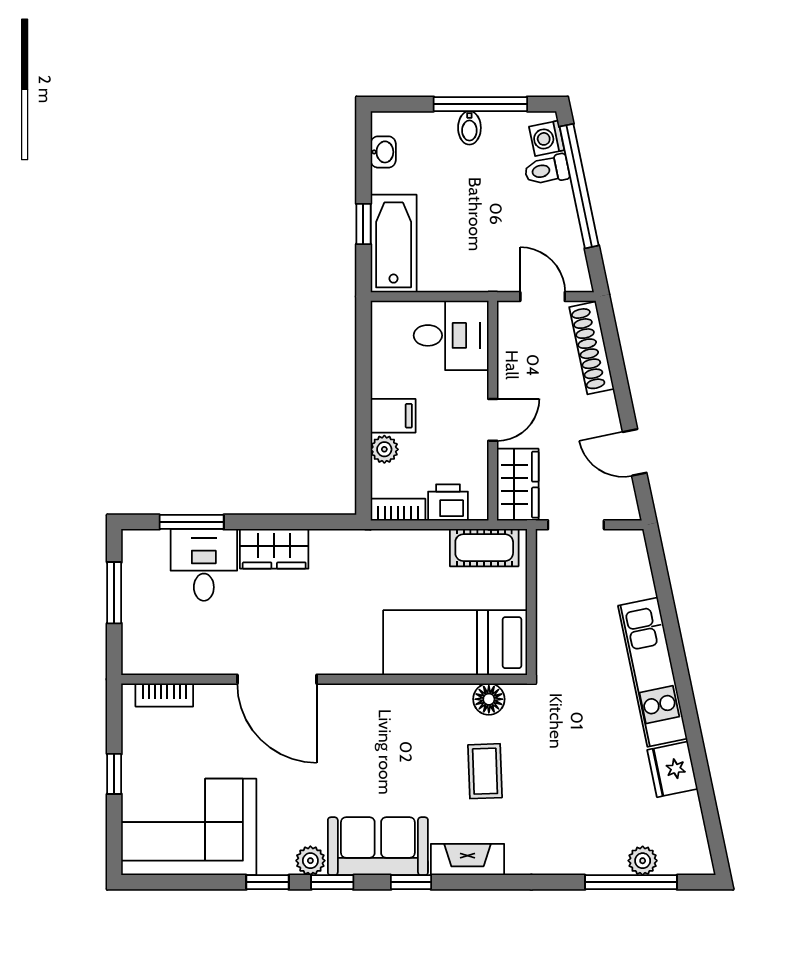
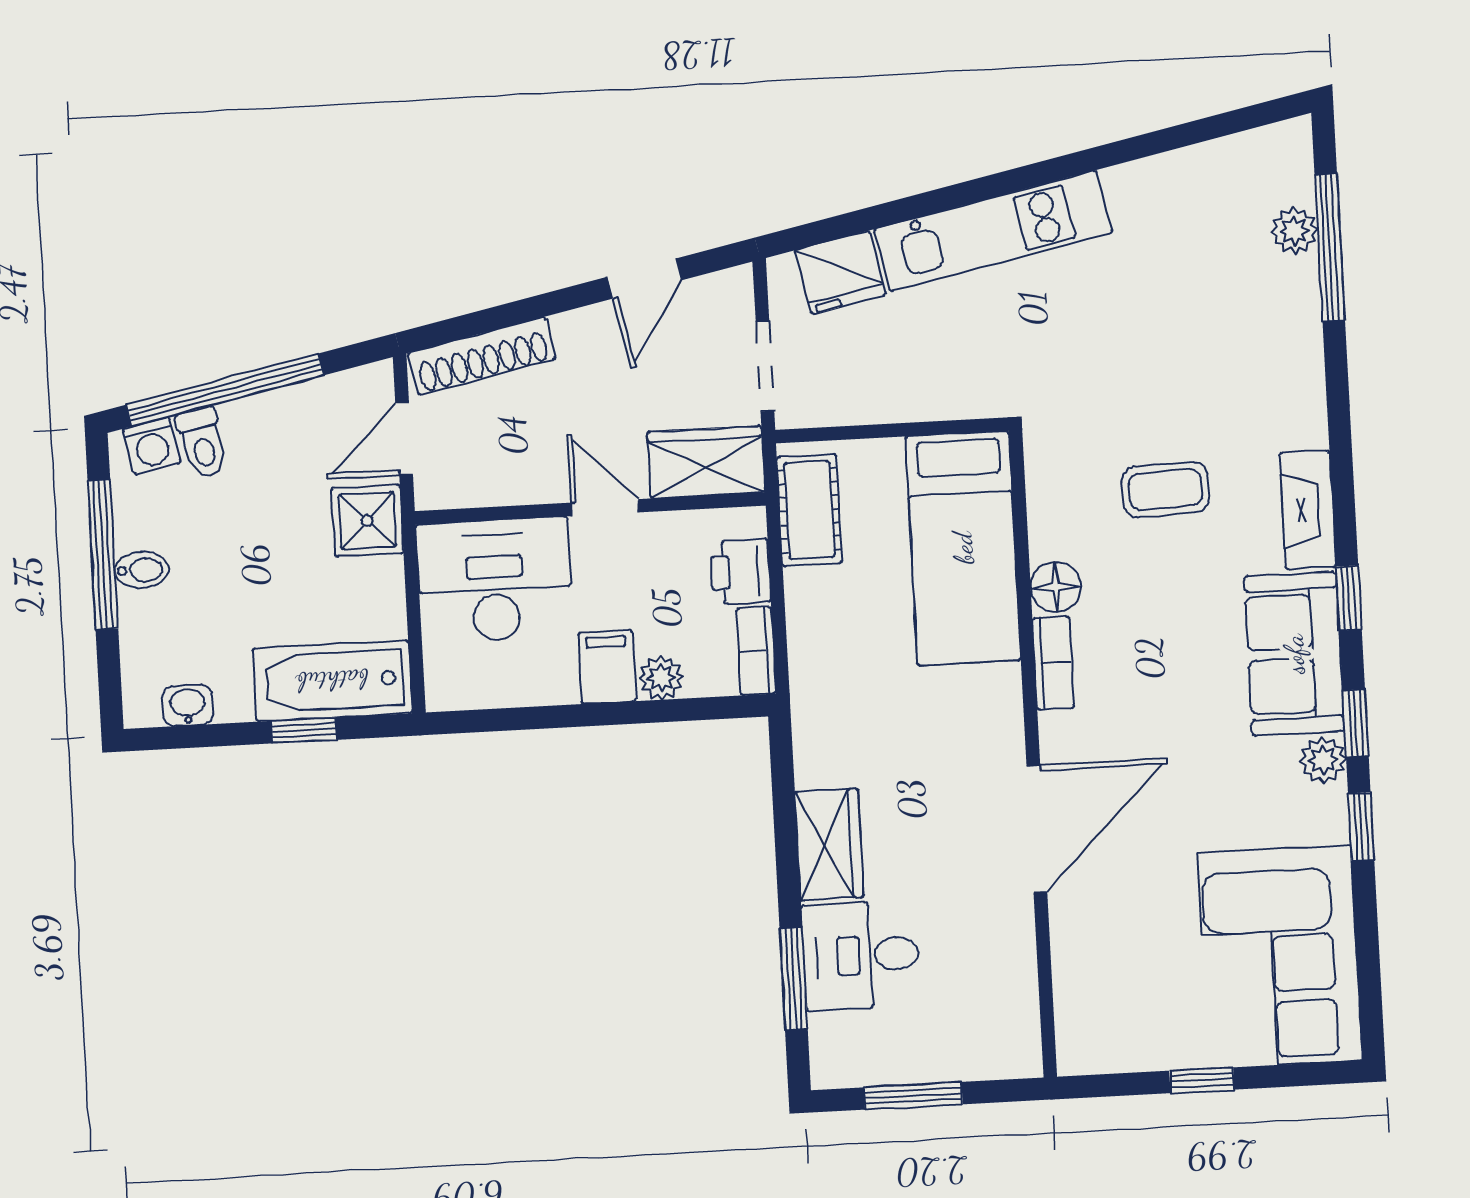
shower: (493, 271) -> (367, 521), added
desk: (451, 335) -> (495, 580), width x1.37
bookcase: (164, 695) -> (1053, 663), moved
floor lamp: (489, 699) -> (1056, 587), moved
fridge: (672, 769) -> (840, 273), moved

